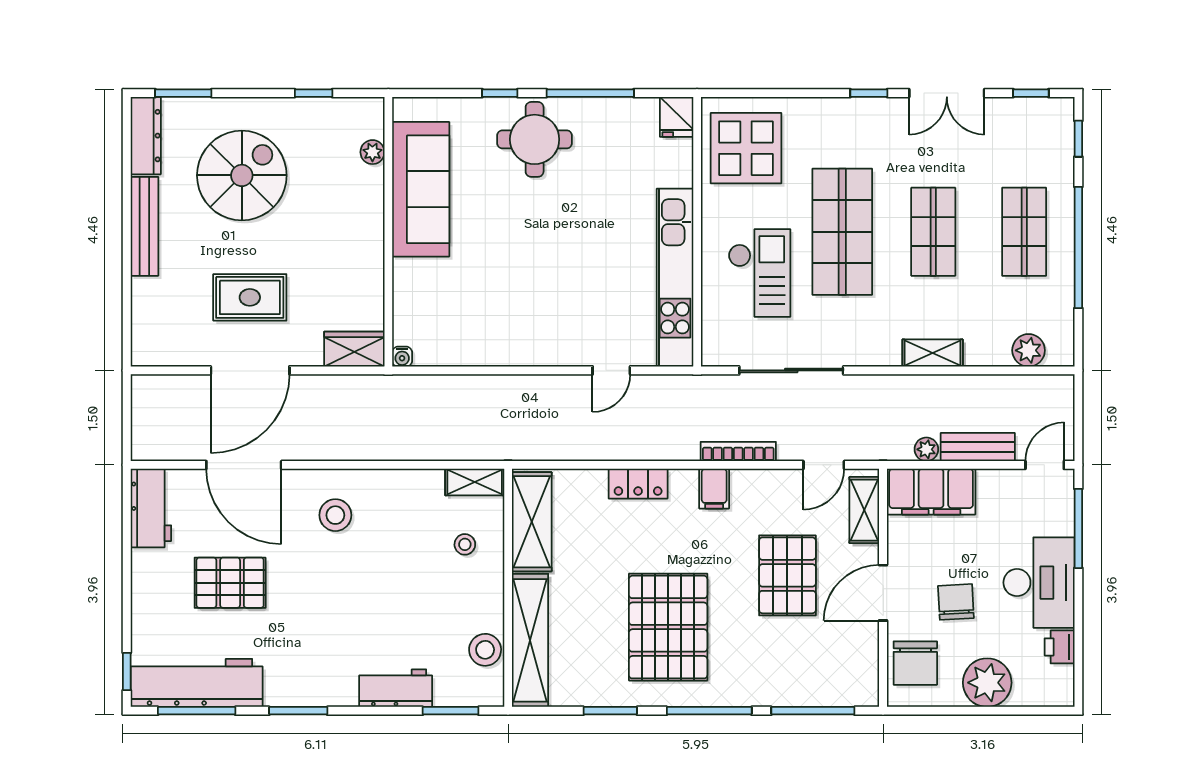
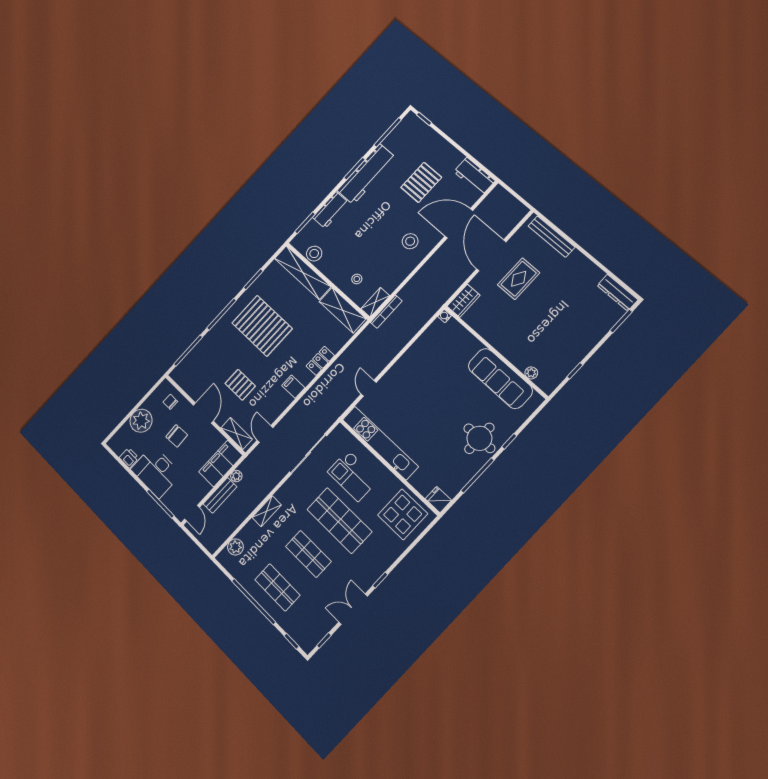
spiral stairs: (242, 175) -> (568, 316), removed
bench: (144, 226) -> (551, 237), moved
bookcase: (738, 451) -> (386, 312), moved
pallet: (787, 575) -> (240, 385), width x0.67, depth x0.71
chair: (915, 663) -> (170, 402), width x0.54, depth x0.54
workbench: (197, 683) -> (367, 174), moved

